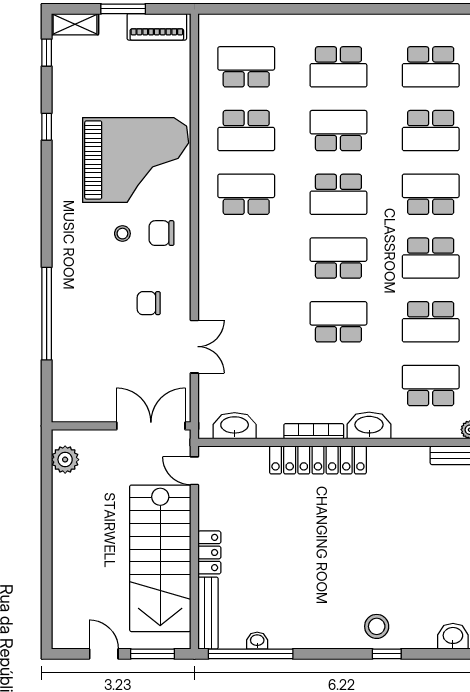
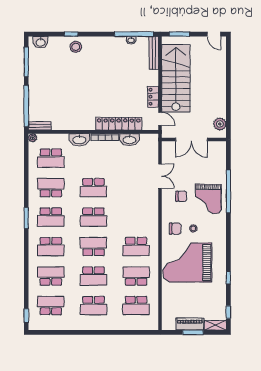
piano: (157, 27) -> (190, 324), moved
school desk: (338, 67) -> (93, 306), turned 180
school desk: (431, 258) -> (51, 217), turned 180
grand piano: (90, 297) -> (208, 199), added
double door: (194, 347) -> (160, 176), swing flipped
double door: (151, 426) -> (191, 140), moved
washbasin: (235, 426) -> (129, 140), moved
locker: (318, 460) -> (119, 124), moved
locker: (209, 552) -> (153, 97), moved
door: (104, 654) -> (214, 34), moved

